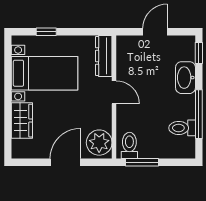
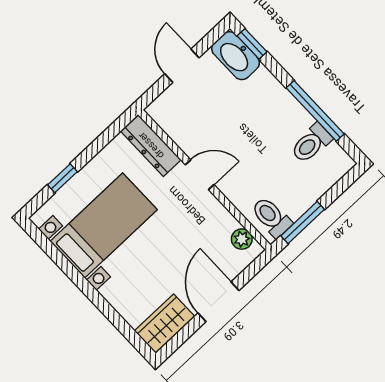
washbasin: (185, 78) -> (236, 56), moved
wardrobe: (22, 121) -> (165, 324), moved, turned -90
plant: (99, 143) -> (242, 239), width x0.53, depth x0.53

